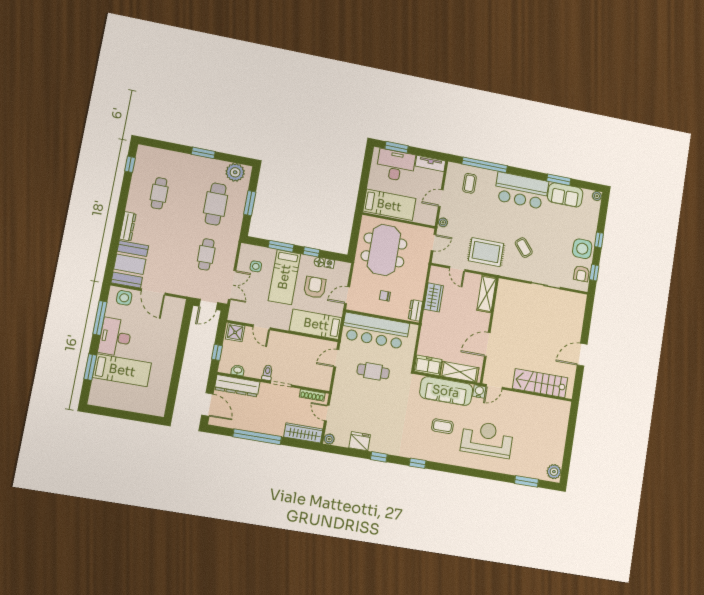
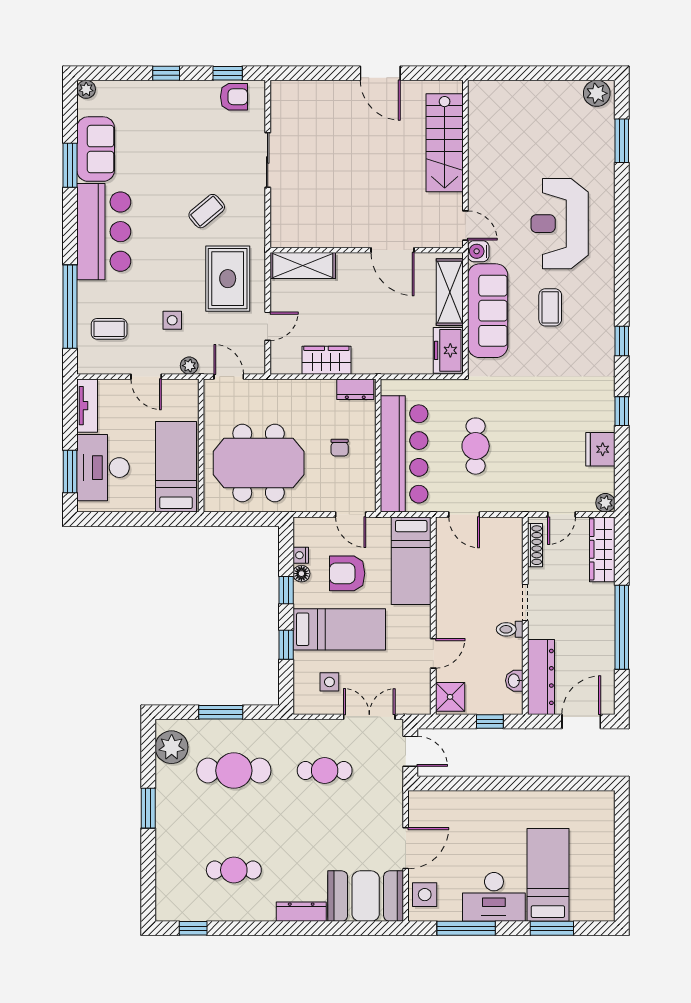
window: (281, 246) -> (286, 645), width x0.67
side table: (582, 249) -> (172, 320), moved, width x0.54, depth x0.54

